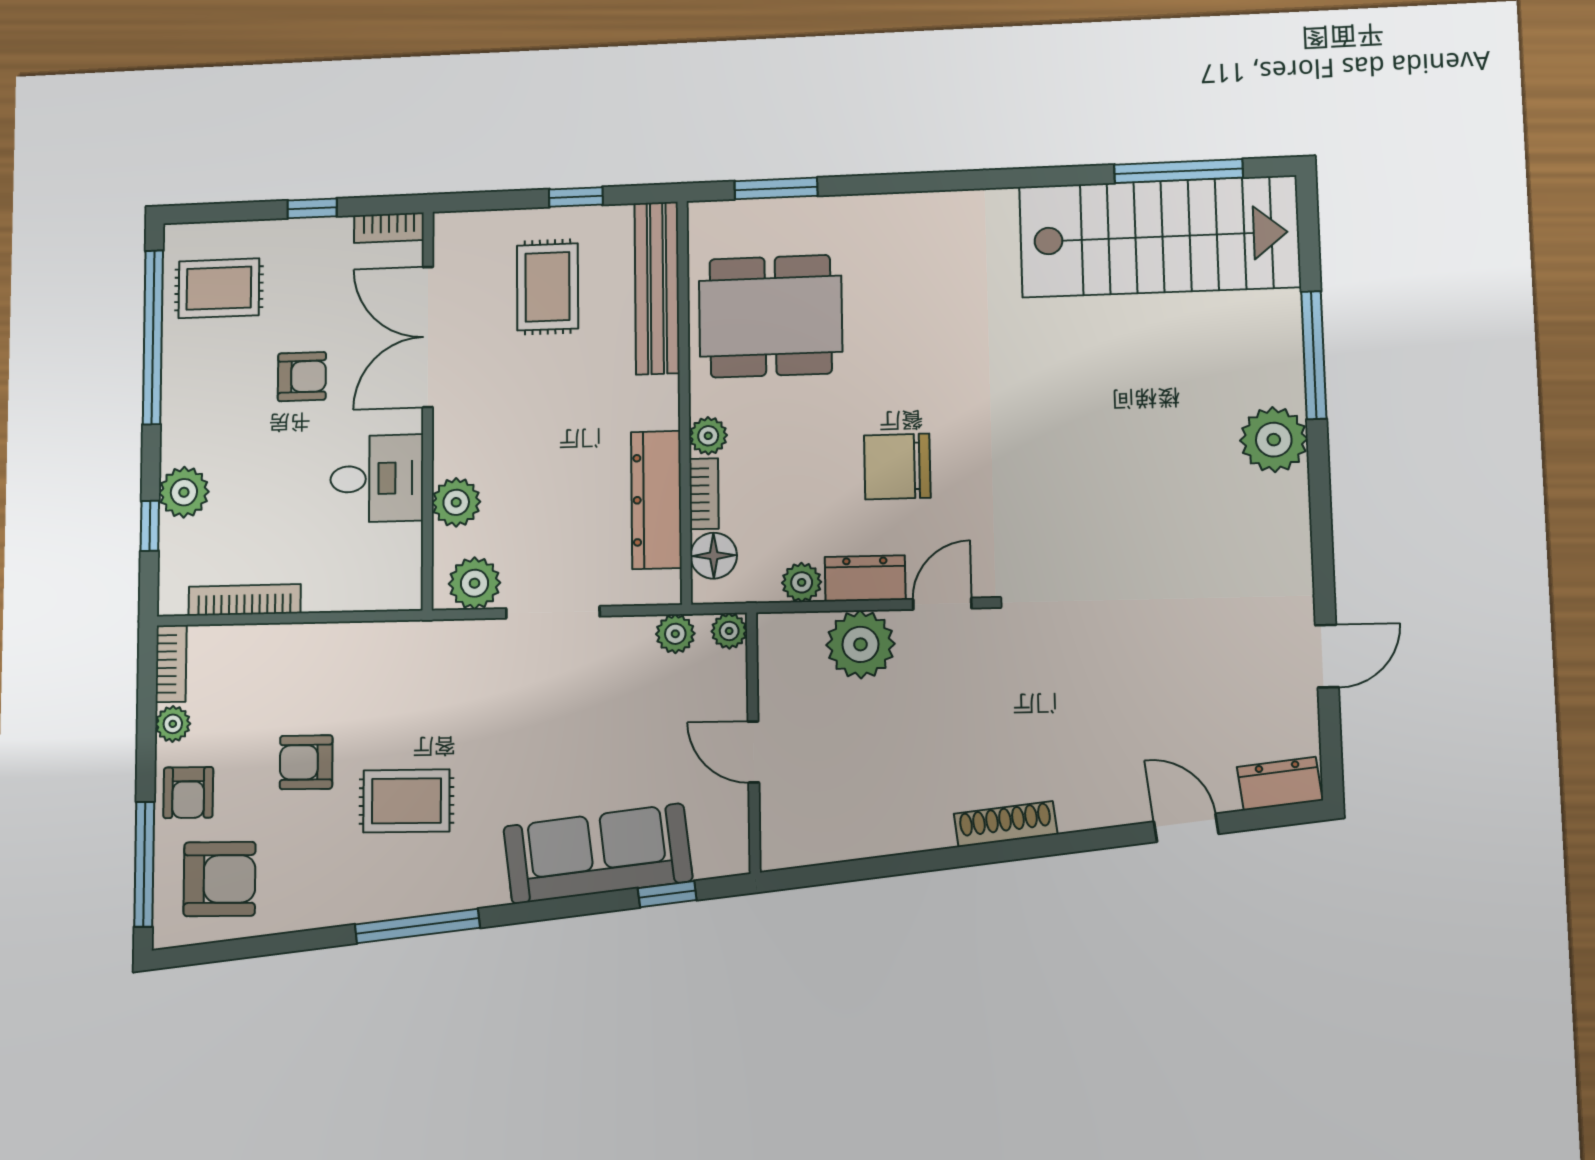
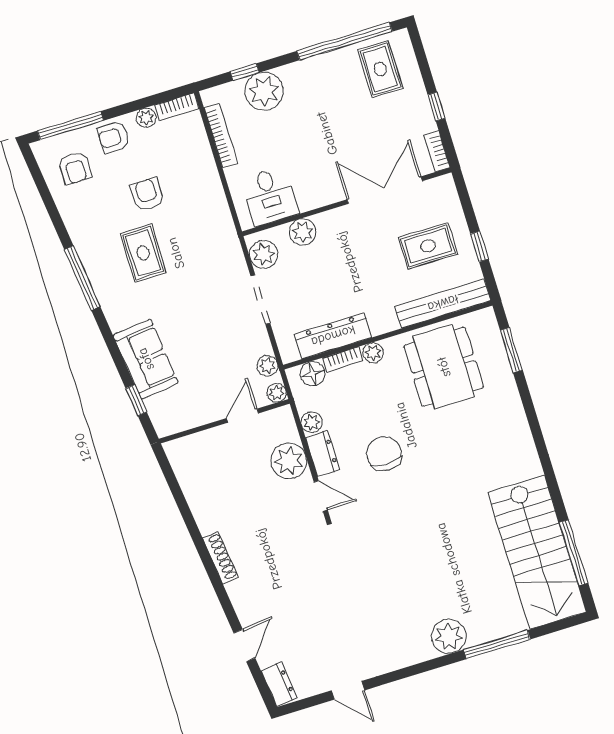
armchair: (302, 377) -> (346, 129), removed
desk: (377, 479) -> (270, 196), moved
plant: (184, 492) -> (264, 91), width x1.36, depth x1.36
door: (753, 752) -> (243, 416), moved
sofa: (598, 854) -> (146, 359), width x0.73
armchair: (219, 879) -> (75, 168), width x0.72, depth x0.72

